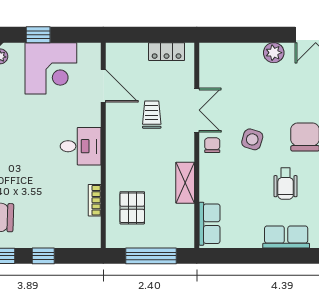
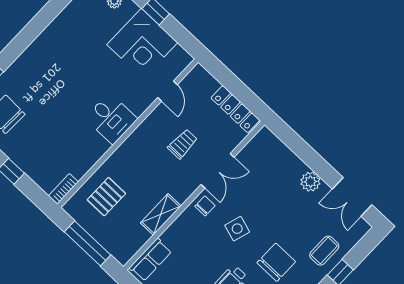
locker: (167, 52) -> (235, 109), width x1.53
door: (103, 86) -> (168, 91), width x0.73
bookcase: (95, 200) -> (63, 189), moved

